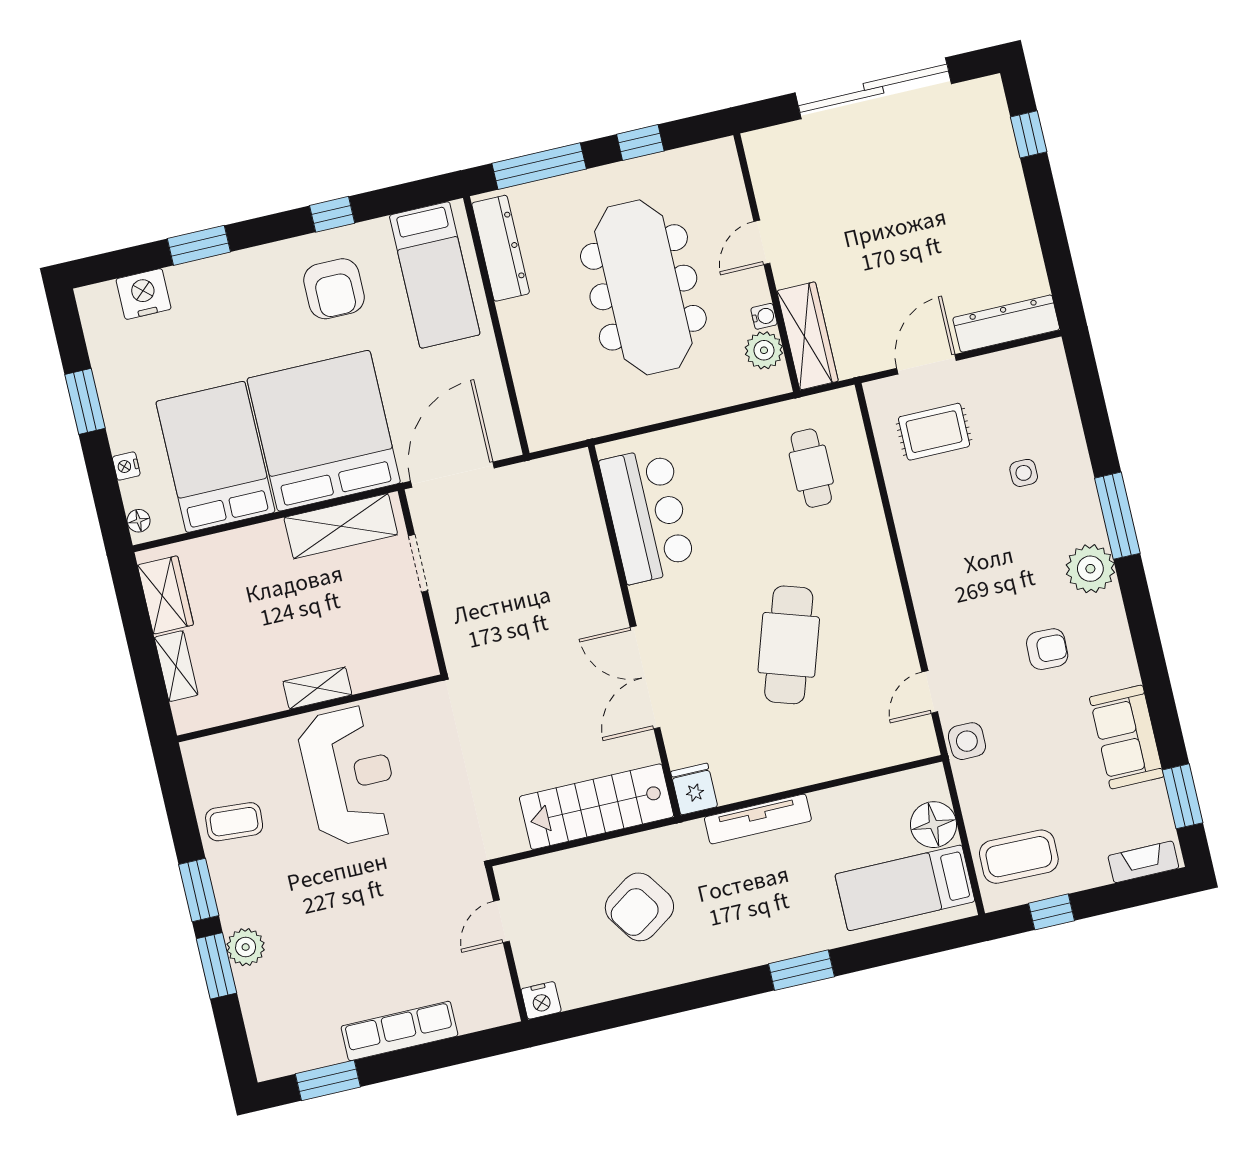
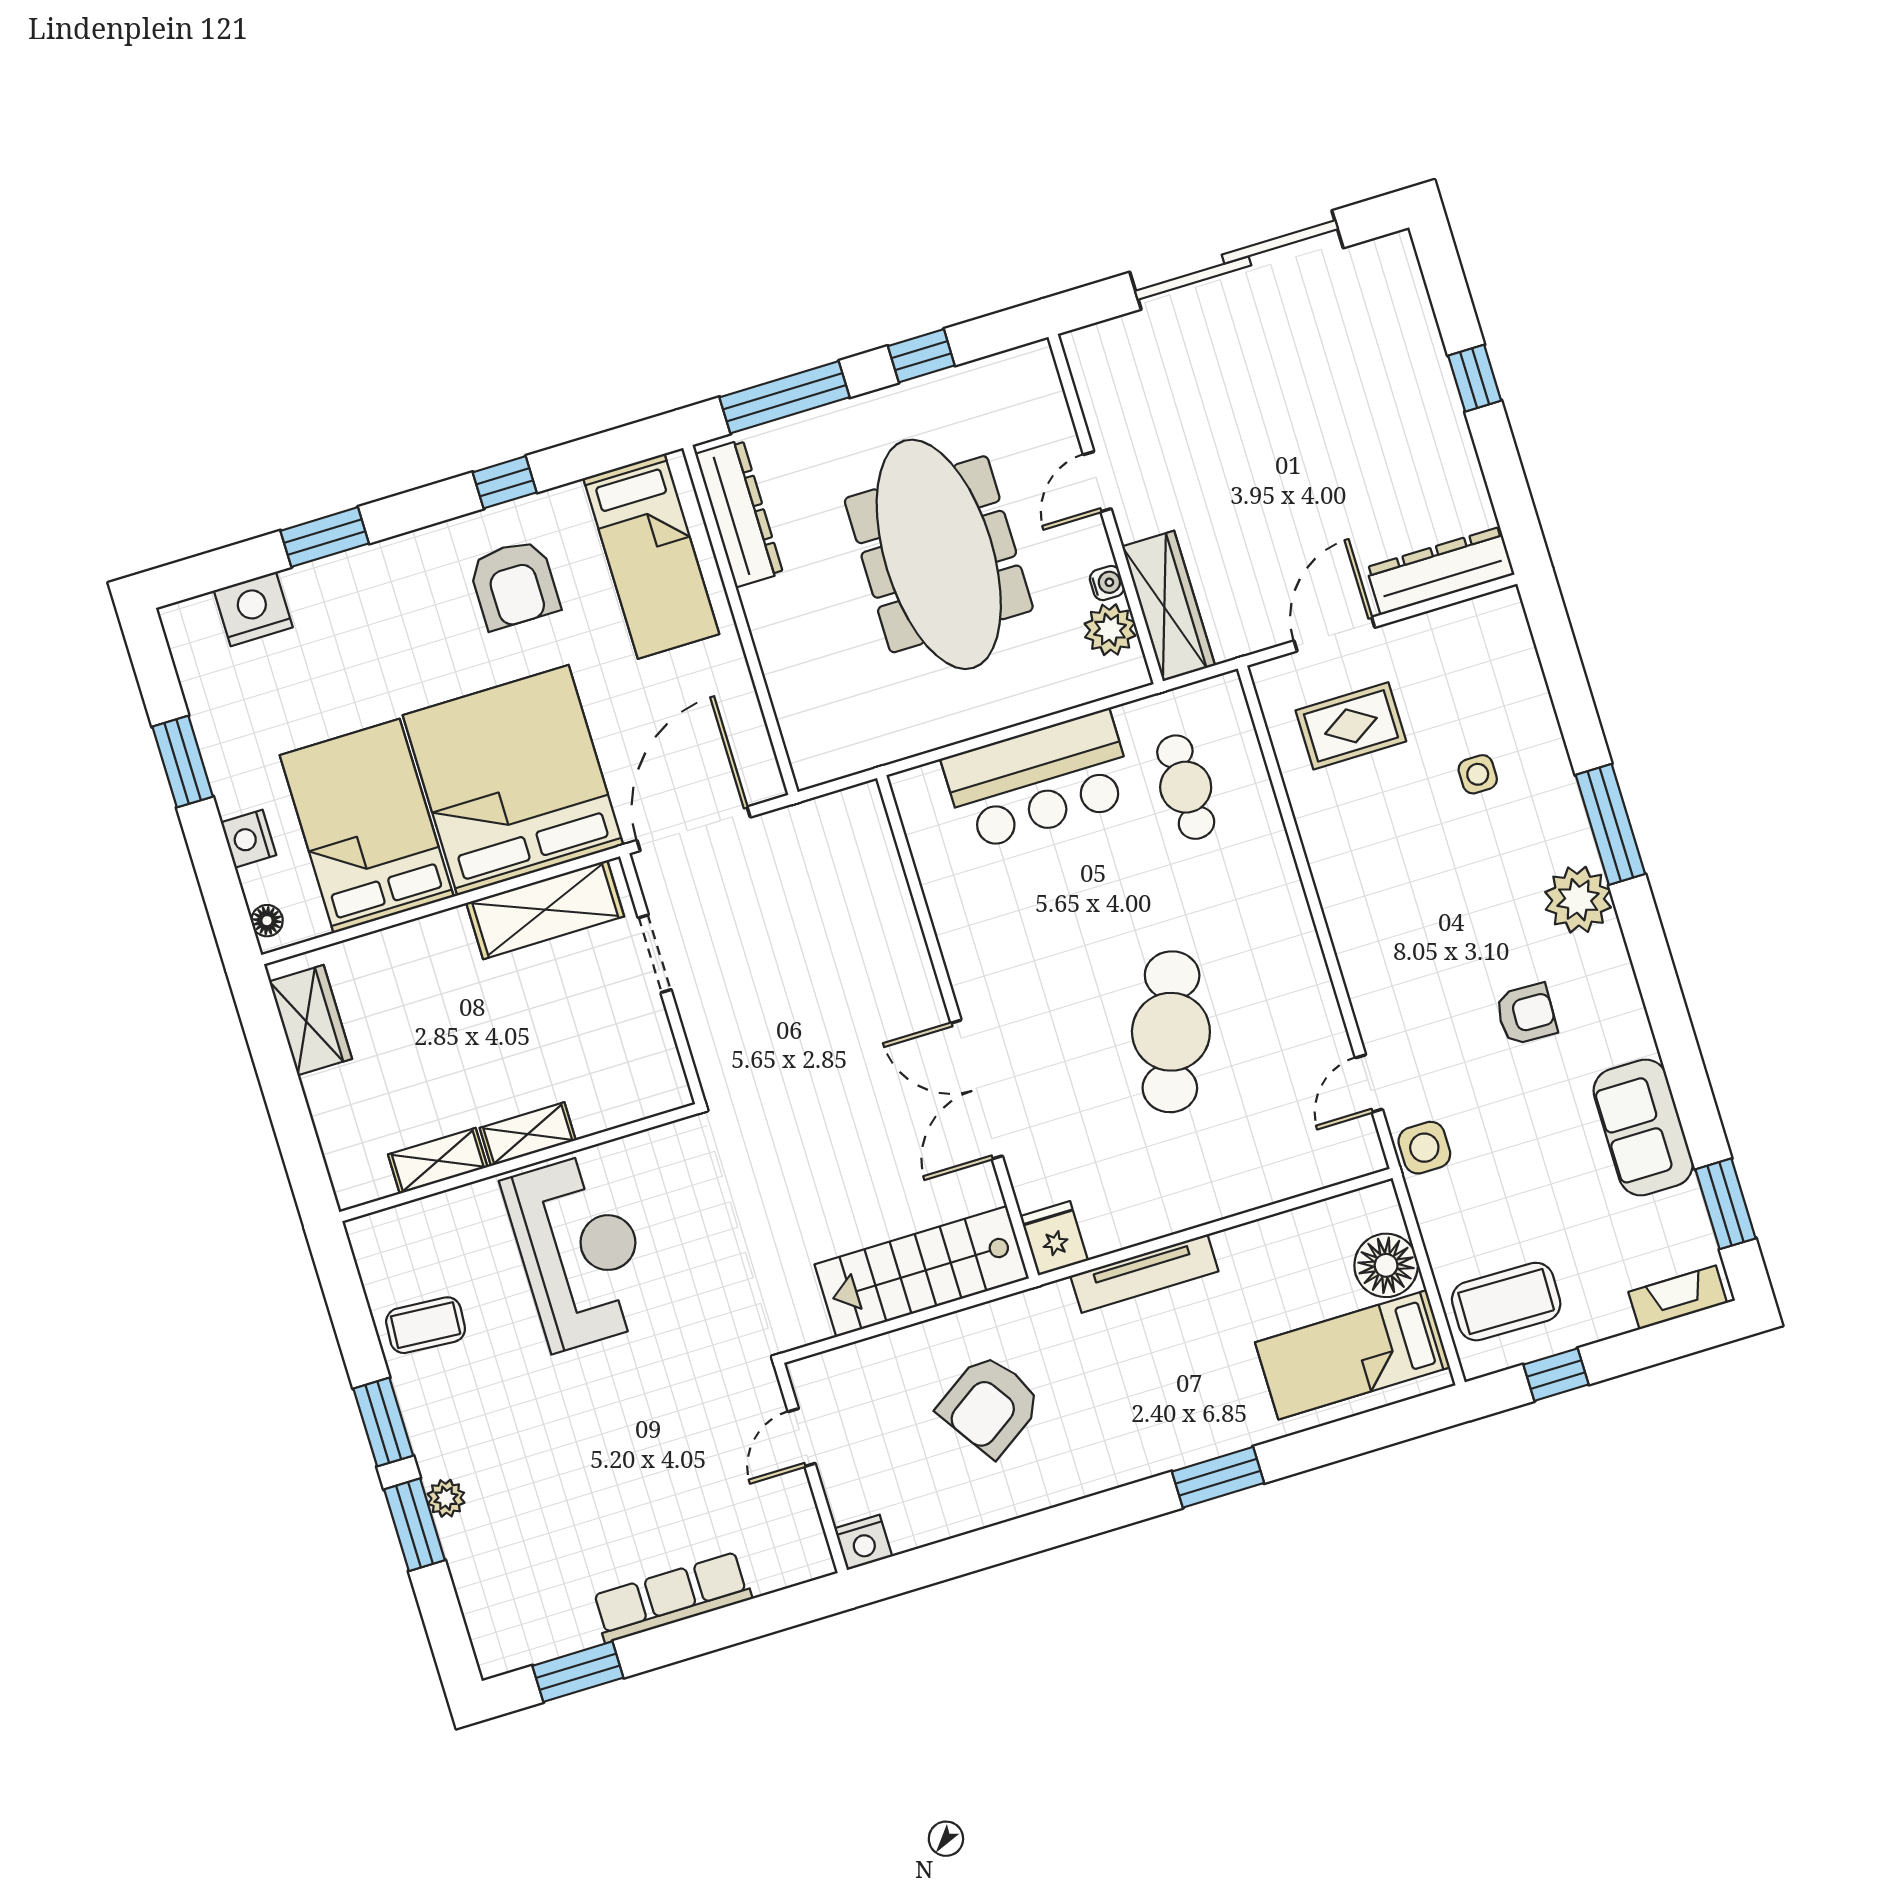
window: (1029, 134) -> (1475, 378), moved
nightstand: (126, 466) -> (249, 839), width x1.39, depth x1.35
bar counter: (647, 515) -> (1039, 780), moved, turned 90
shelving: (176, 666) -> (438, 1161), moved, turned 90
plant: (246, 947) -> (446, 1498), width x0.73, depth x0.73

